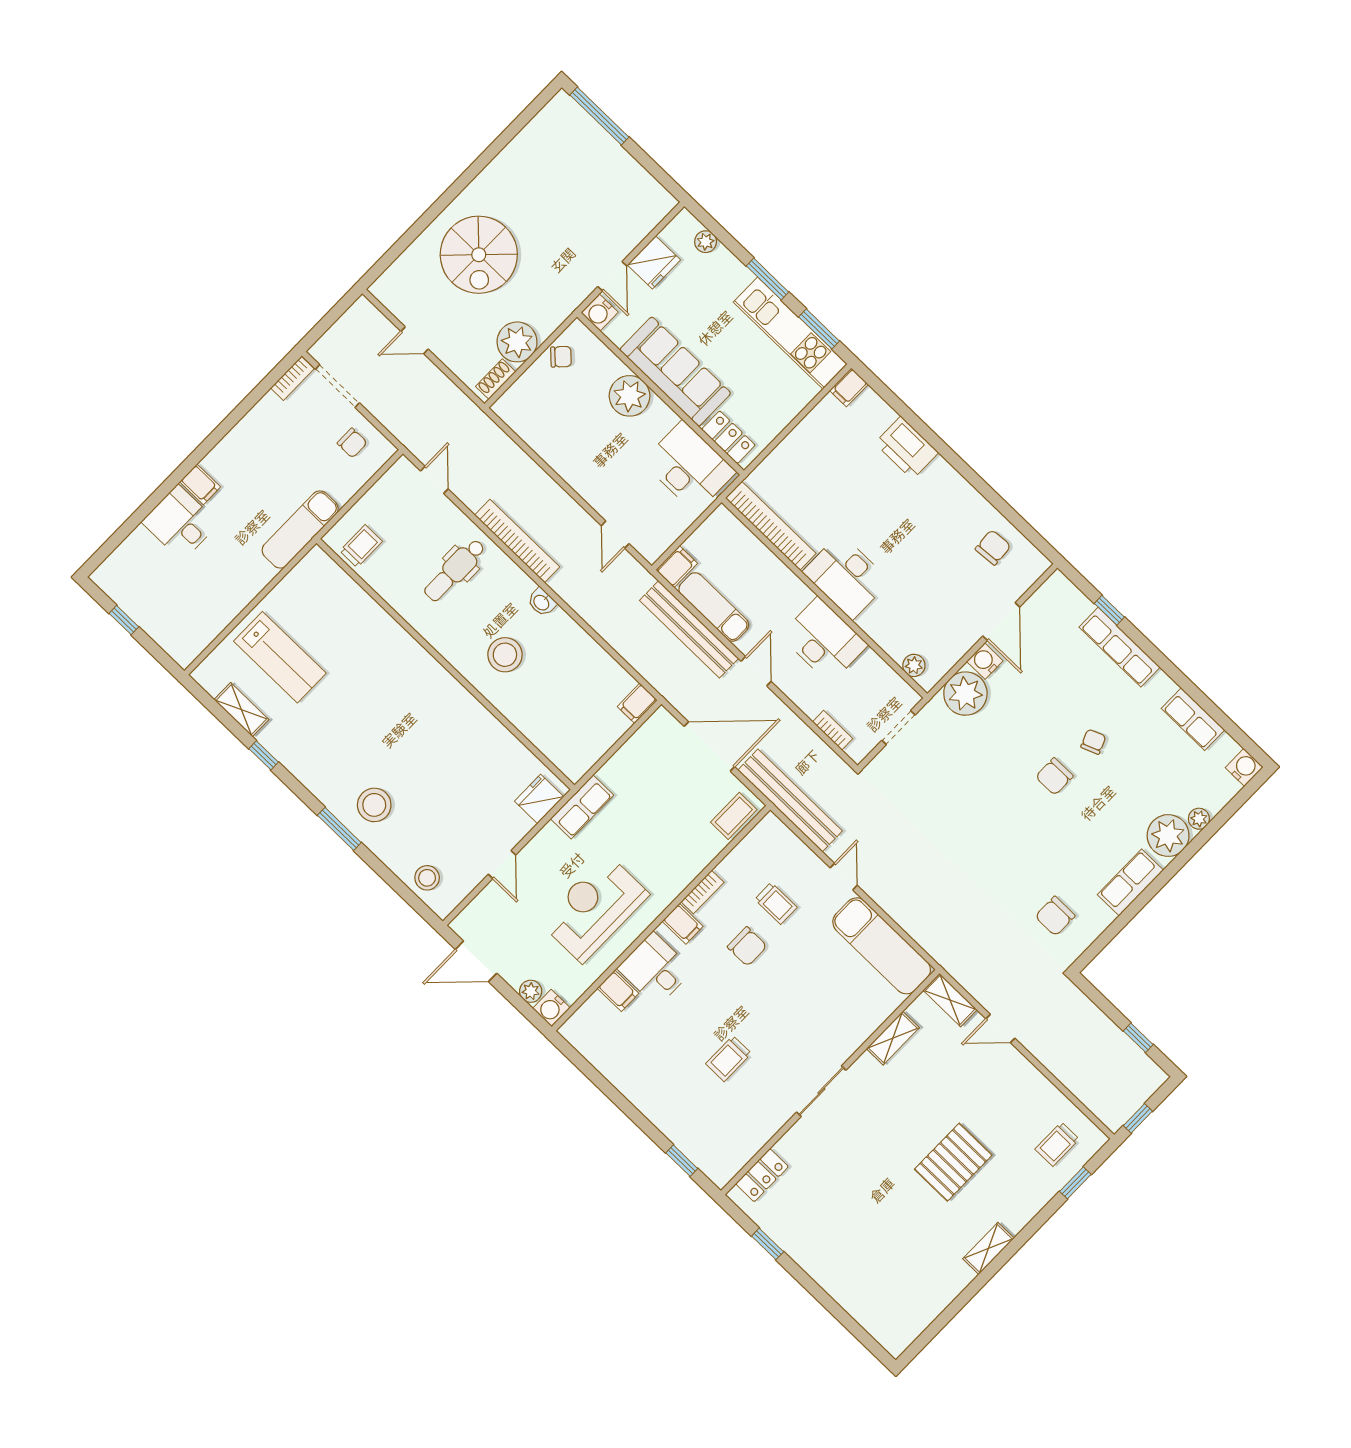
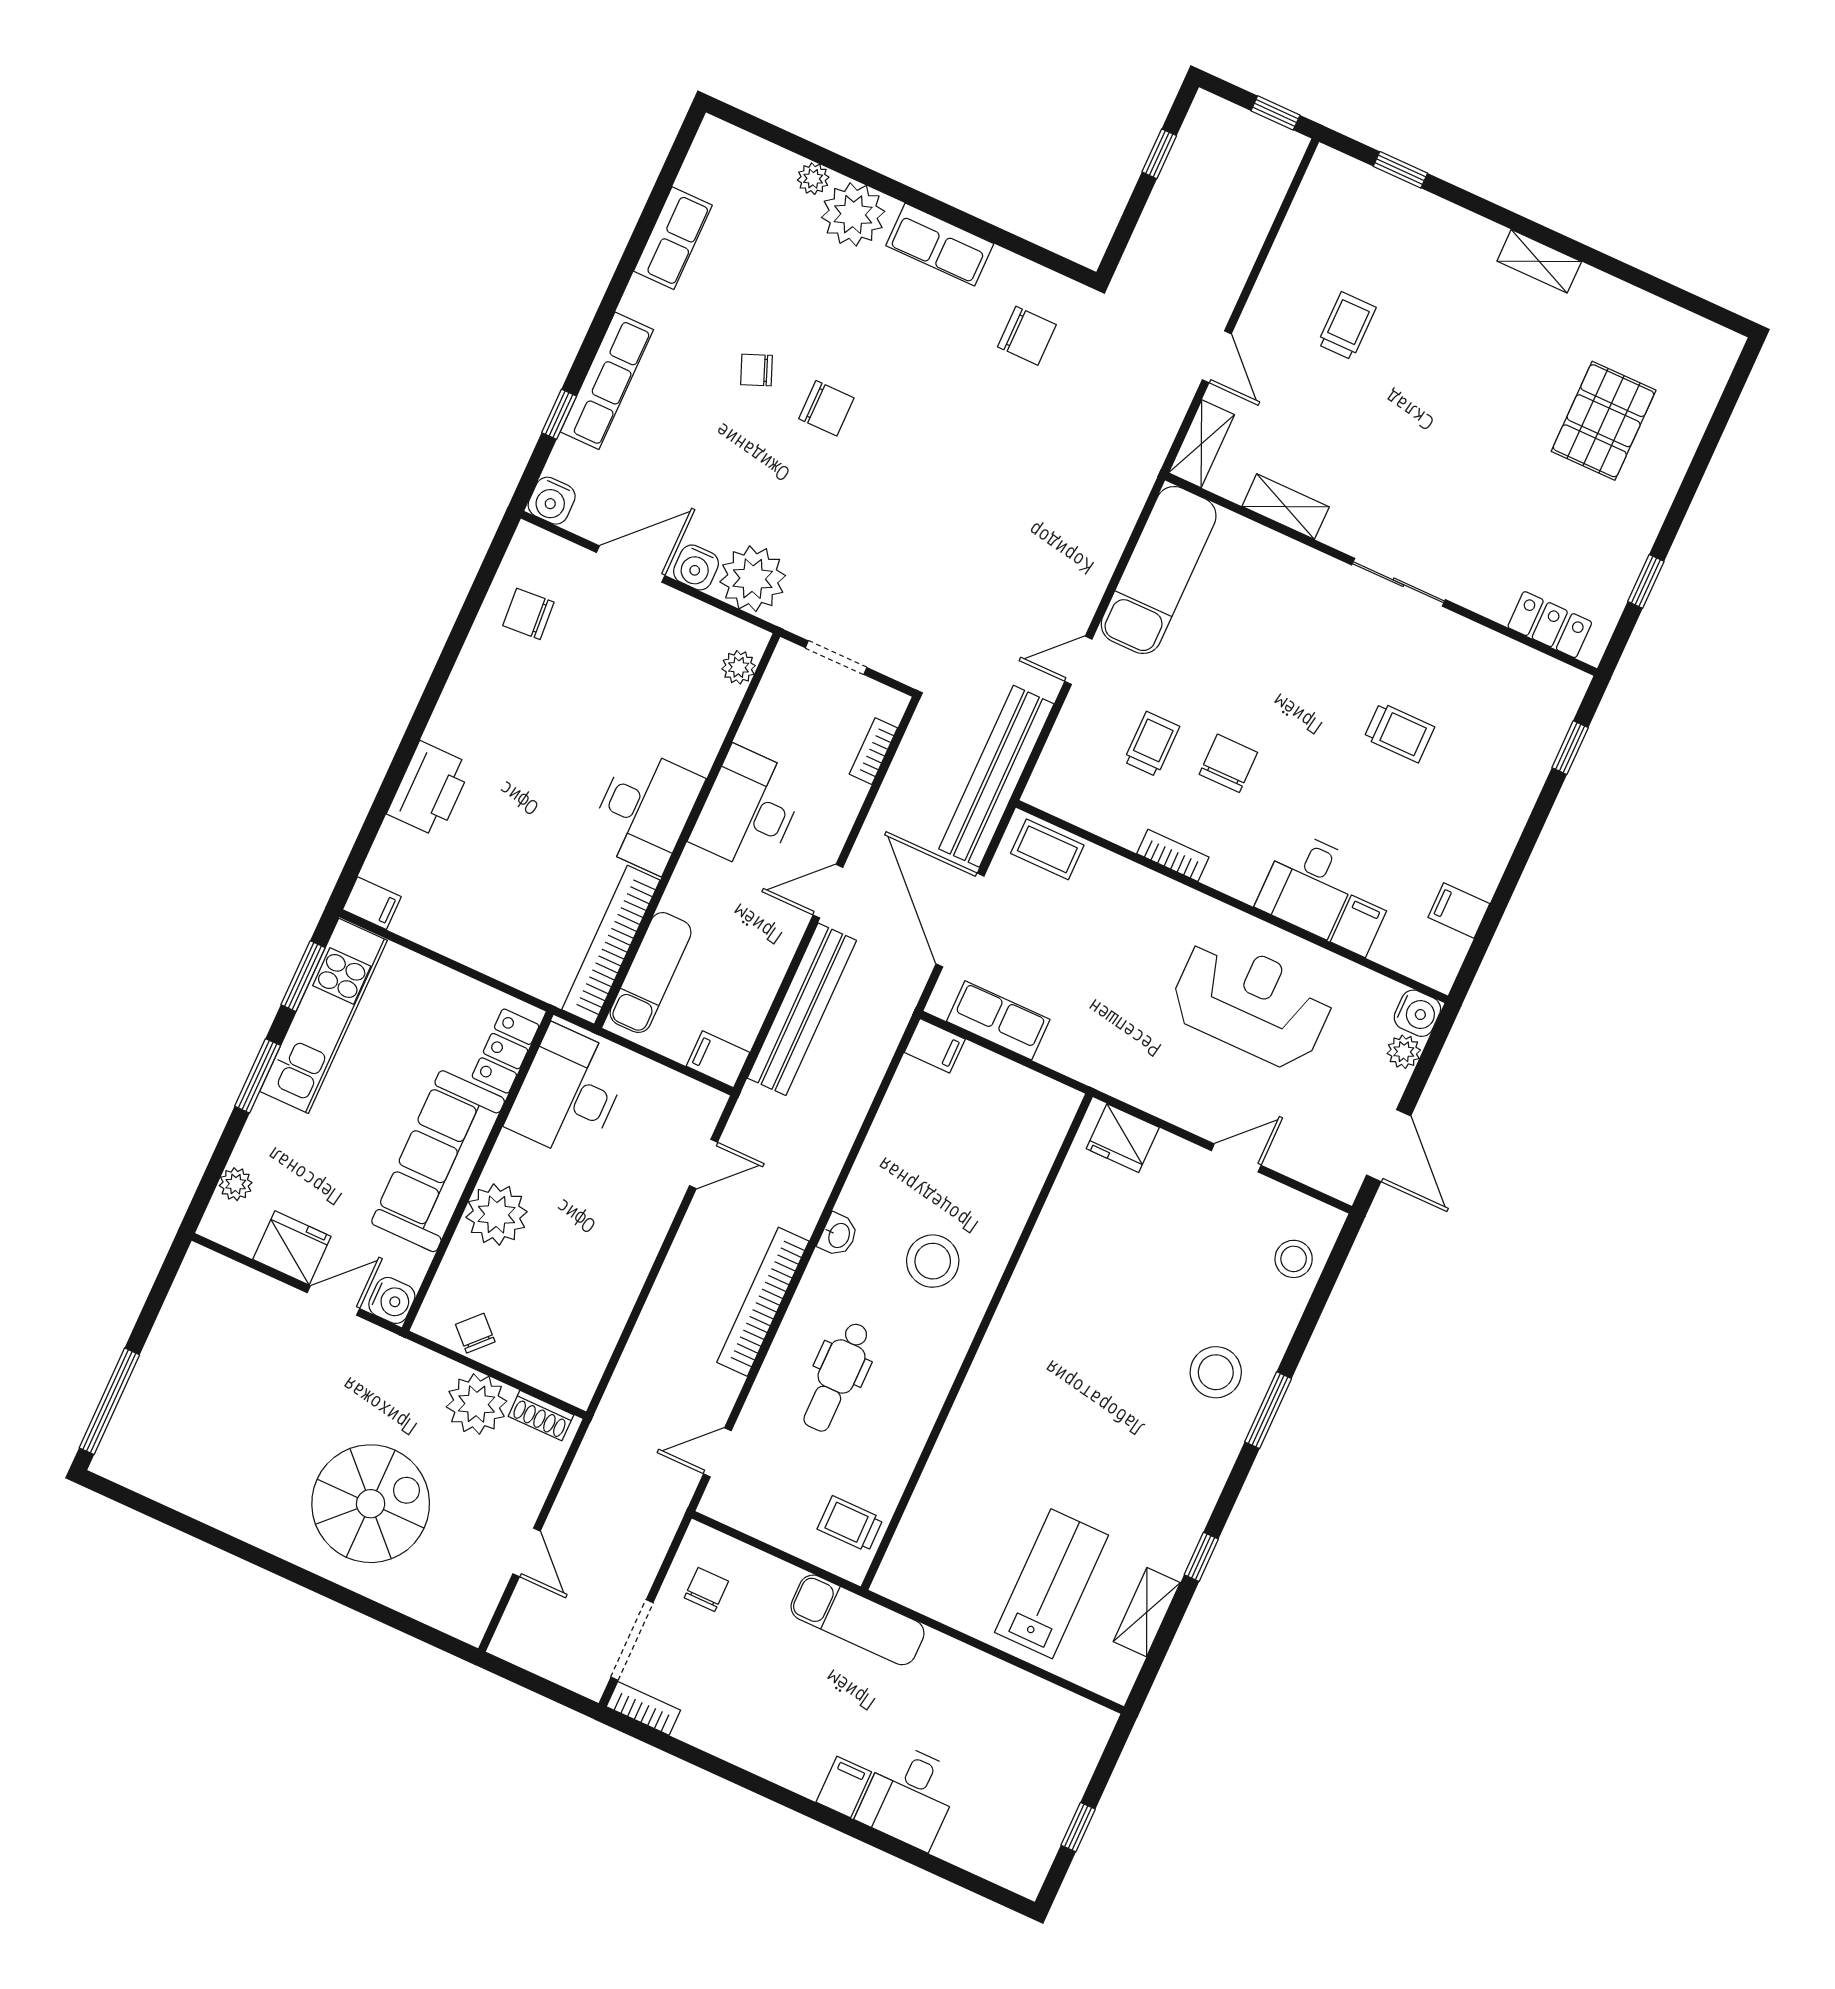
dental chair: (455, 570) -> (837, 1377), turned 90
exam couch: (714, 607) -> (651, 973), moved, turned 180
water cooler: (1244, 767) -> (552, 501), moved, turned -90
row of seats: (582, 807) -> (998, 1020), moved
reception desk: (594, 908) -> (1252, 1003), turned 180
filing cabinet: (683, 924) -> (1459, 910), moved, turned -90
trolley: (1057, 1144) -> (1347, 326), moved, turned -90
pallet: (953, 1162) -> (1604, 421), moved, turned 90

